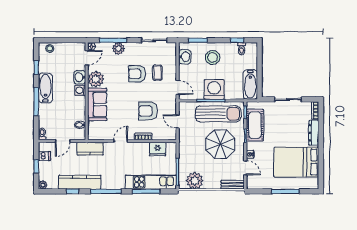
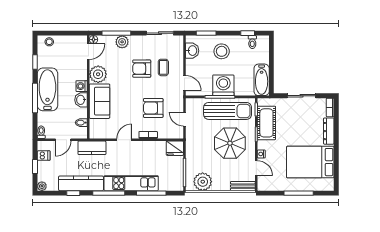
washbasin: (80, 77) -> (81, 100), moved
bathtub: (45, 88) -> (47, 89), width x1.36, depth x1.36
fridge: (158, 149) -> (175, 148), moved
kitchen unit: (151, 182) -> (131, 183), moved

